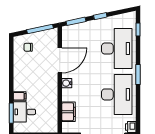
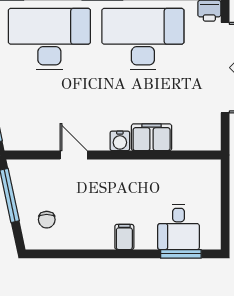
door: (60, 60) -> (74, 155), width x0.53
filing cabinet: (20, 96) -> (124, 237), moved
filing cabinet: (69, 112) -> (152, 137), moved

